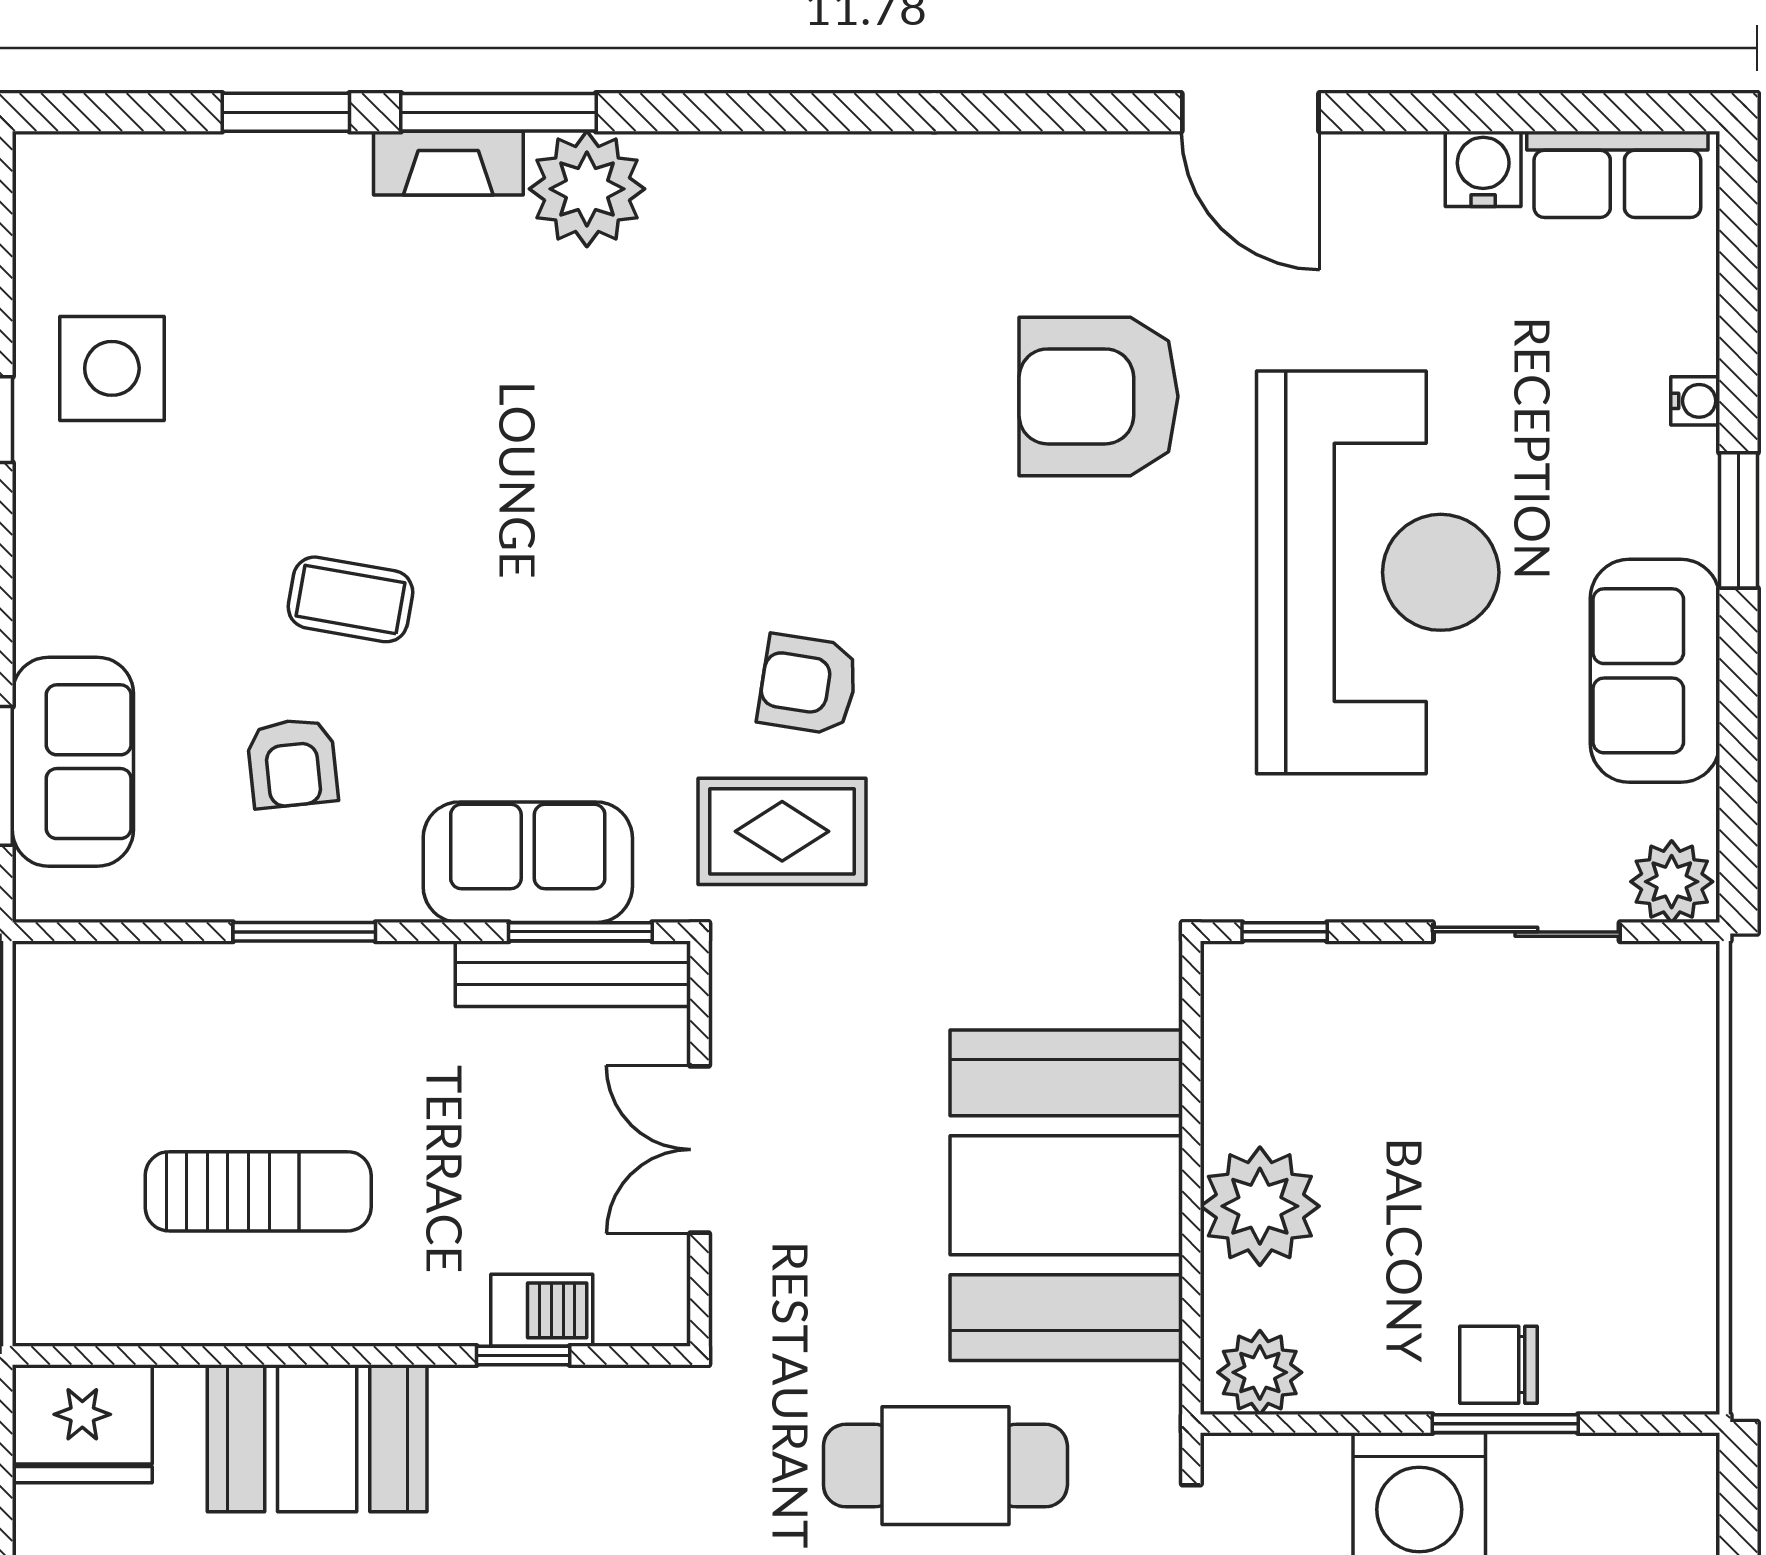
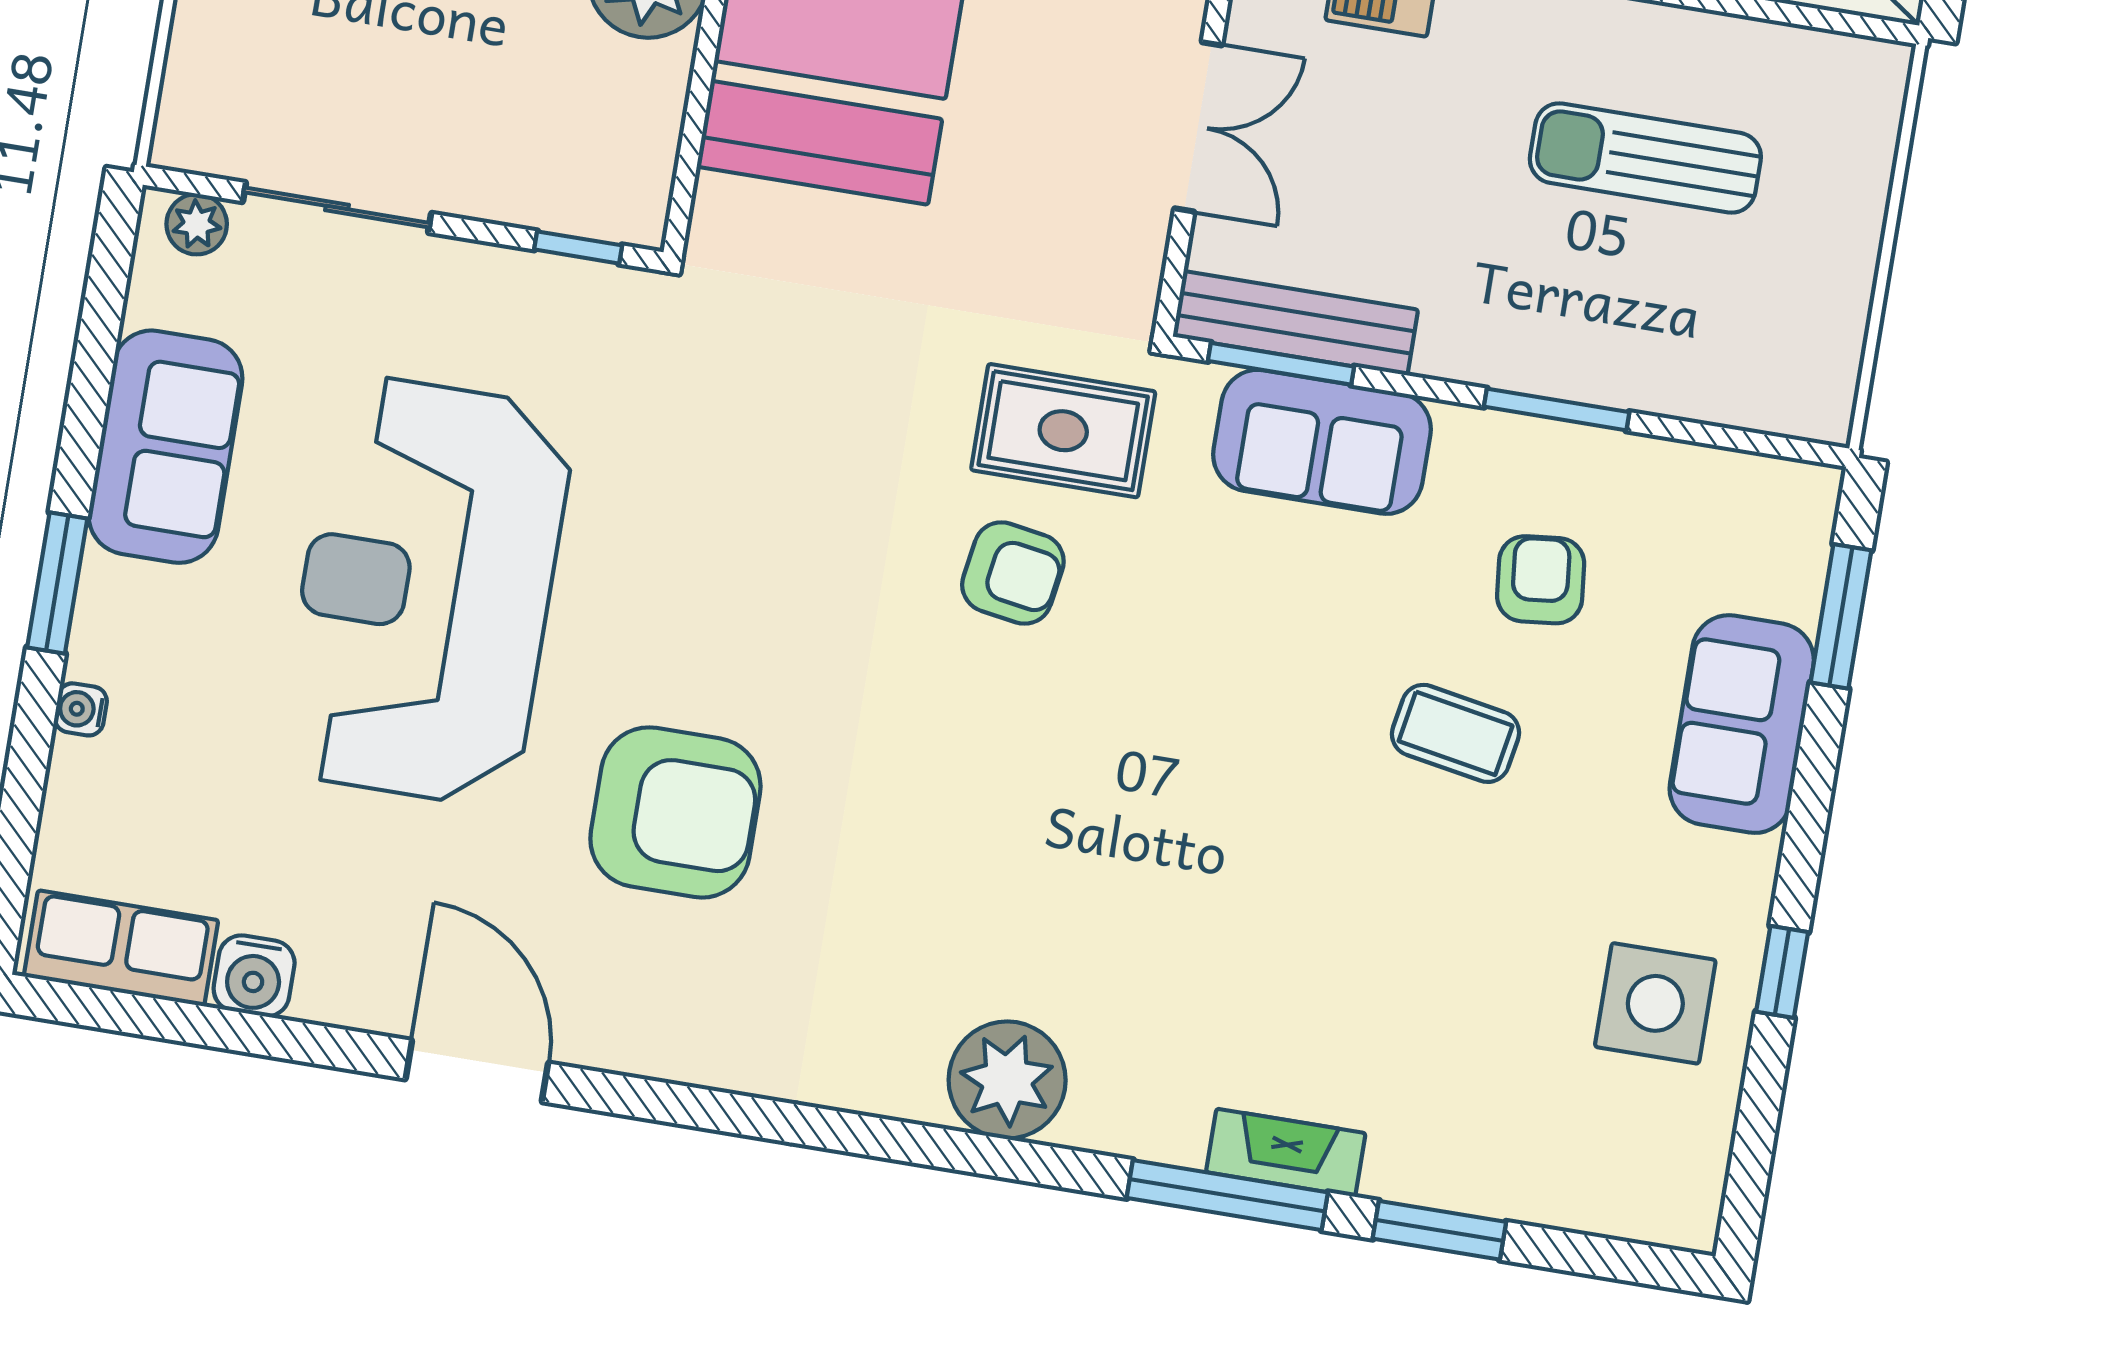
plant: (587, 189) -> (1007, 1080), moved
sofa: (73, 762) -> (1742, 724), moved
plant: (1672, 882) -> (197, 224), width x0.73, depth x0.73

